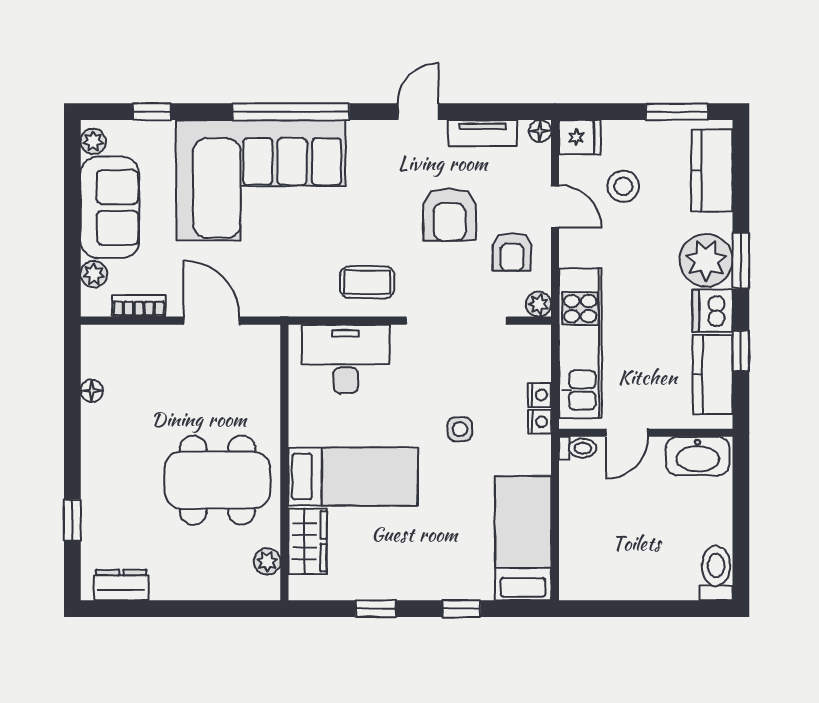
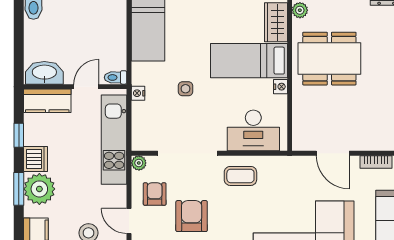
kitchen counter: (713, 375) -> (47, 101), moved, turned 90
nightstand: (540, 395) -> (280, 87), moved, turned 180

